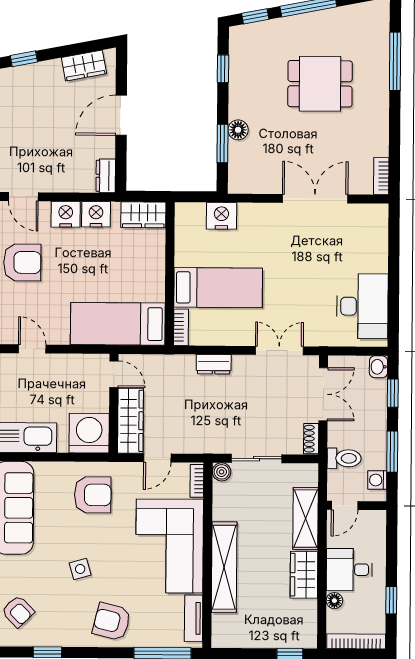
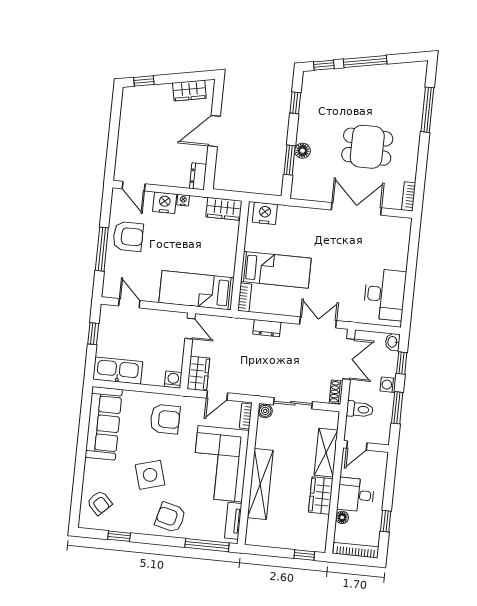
dining table: (320, 84) -> (367, 147), moved
nightstand: (96, 214) -> (183, 200), width x0.53, depth x0.56
nightstand: (221, 216) -> (265, 213), moved
wardrobe: (130, 421) -> (198, 374), width x0.67
washing machine: (89, 433) -> (173, 380), width x0.53, depth x0.53
washing machine: (377, 480) -> (388, 385), moved
side table: (80, 569) -> (150, 475), width x1.87, depth x1.87

